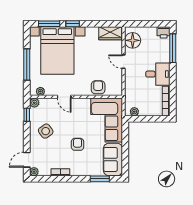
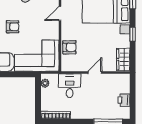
window: (73, 24) -> (133, 34), moved
printer: (164, 32) -> (124, 100), moved
floor lamp: (133, 40) -> (116, 82), removed
desk: (158, 74) -> (70, 86), moved, turned 180

